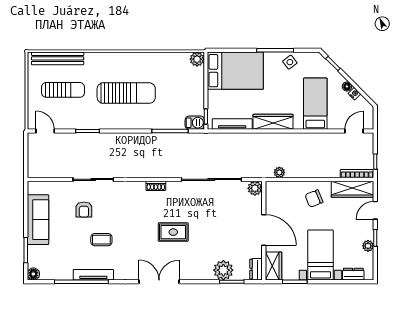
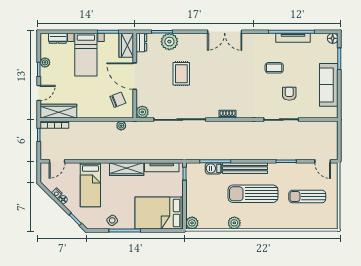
bench: (58, 58) -> (245, 168), moved
plant: (148, 59) -> (234, 223), added
barbecue: (195, 123) -> (213, 168), moved
chair: (314, 199) -> (118, 100), moved
rug: (173, 232) -> (181, 74), moved, turned 90
tv unit: (93, 275) -> (293, 38), moved

